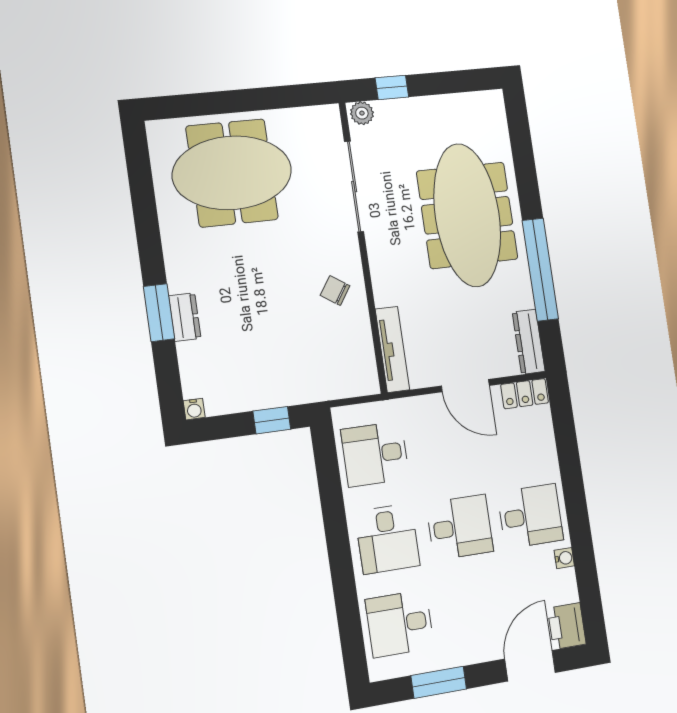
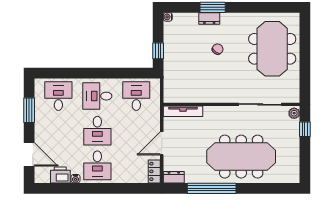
chair: (335, 291) -> (218, 49), moved
dresser: (529, 342) -> (174, 177), width x0.70
printer: (567, 626) -> (60, 175), moved

